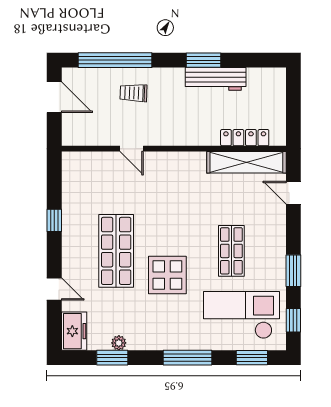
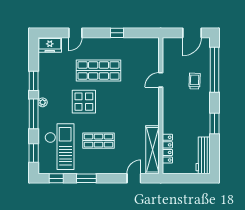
workbench: (216, 79) -> (203, 155), moved
plant: (119, 343) -> (43, 102), moved
window: (112, 358) -> (34, 81), moved

